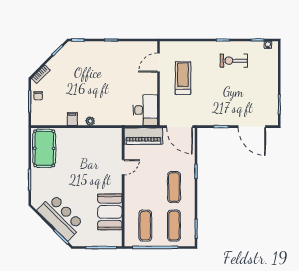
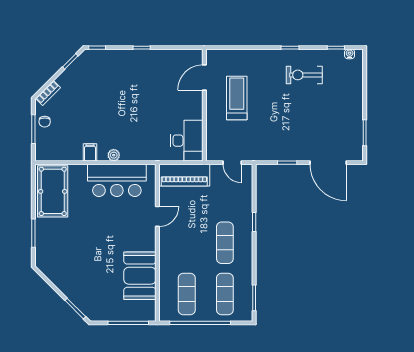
door: (180, 127) -> (232, 163), width x0.53
bar counter: (61, 217) -> (117, 180), moved, turned 135

